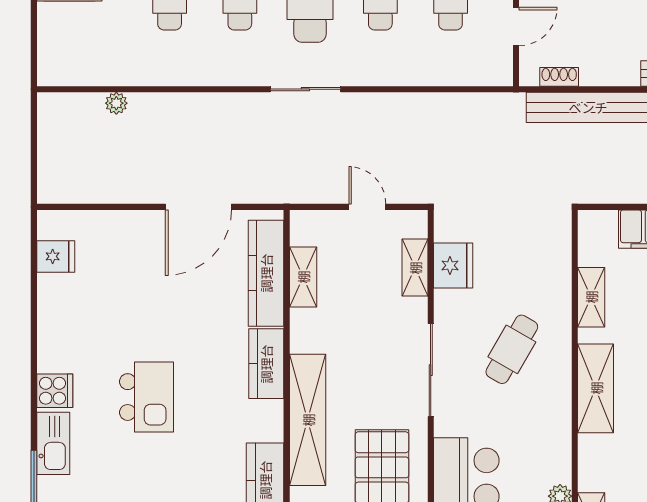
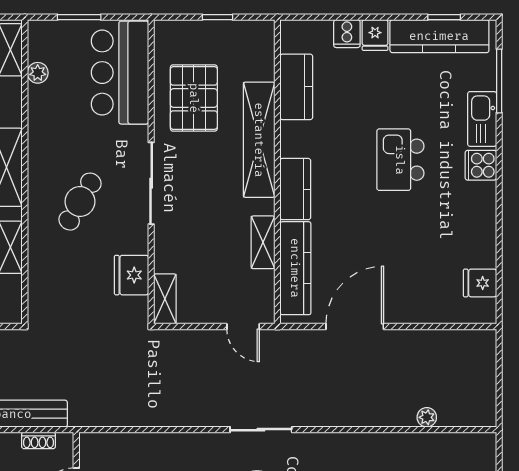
door: (367, 207) -> (243, 326), moved
shelving: (415, 268) -> (165, 299), moved
shelving: (303, 277) -> (263, 242), moved

